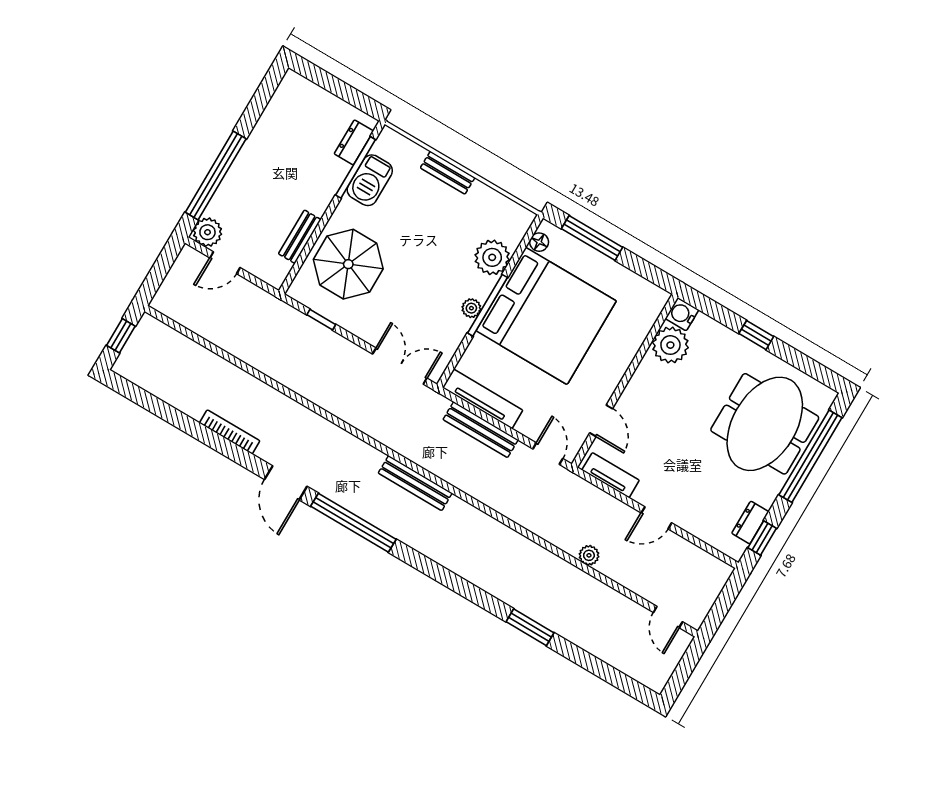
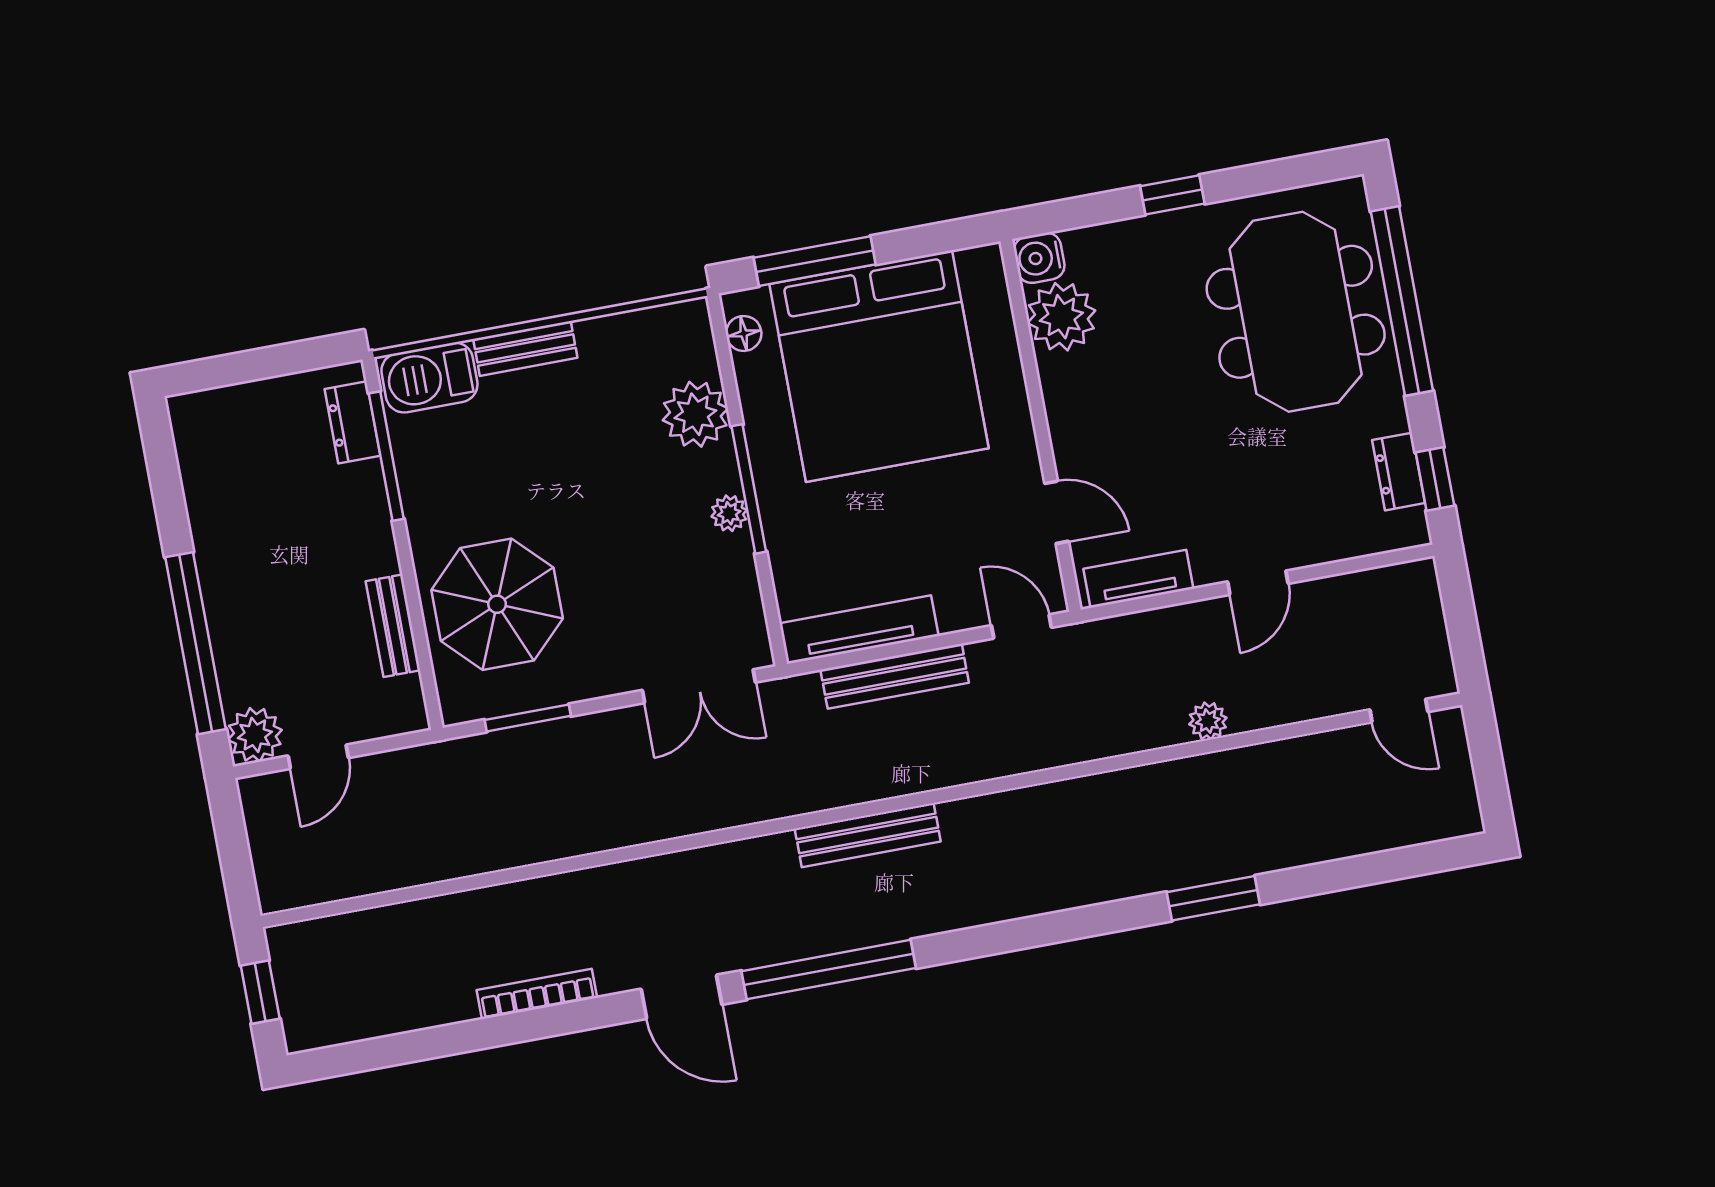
barbecue: (370, 180) -> (429, 378), moved, turned 90
bed: (546, 316) -> (879, 366), moved, turned 90
window: (321, 320) -> (528, 718), width x1.50
double door: (400, 366) -> (699, 686), swing flipped

